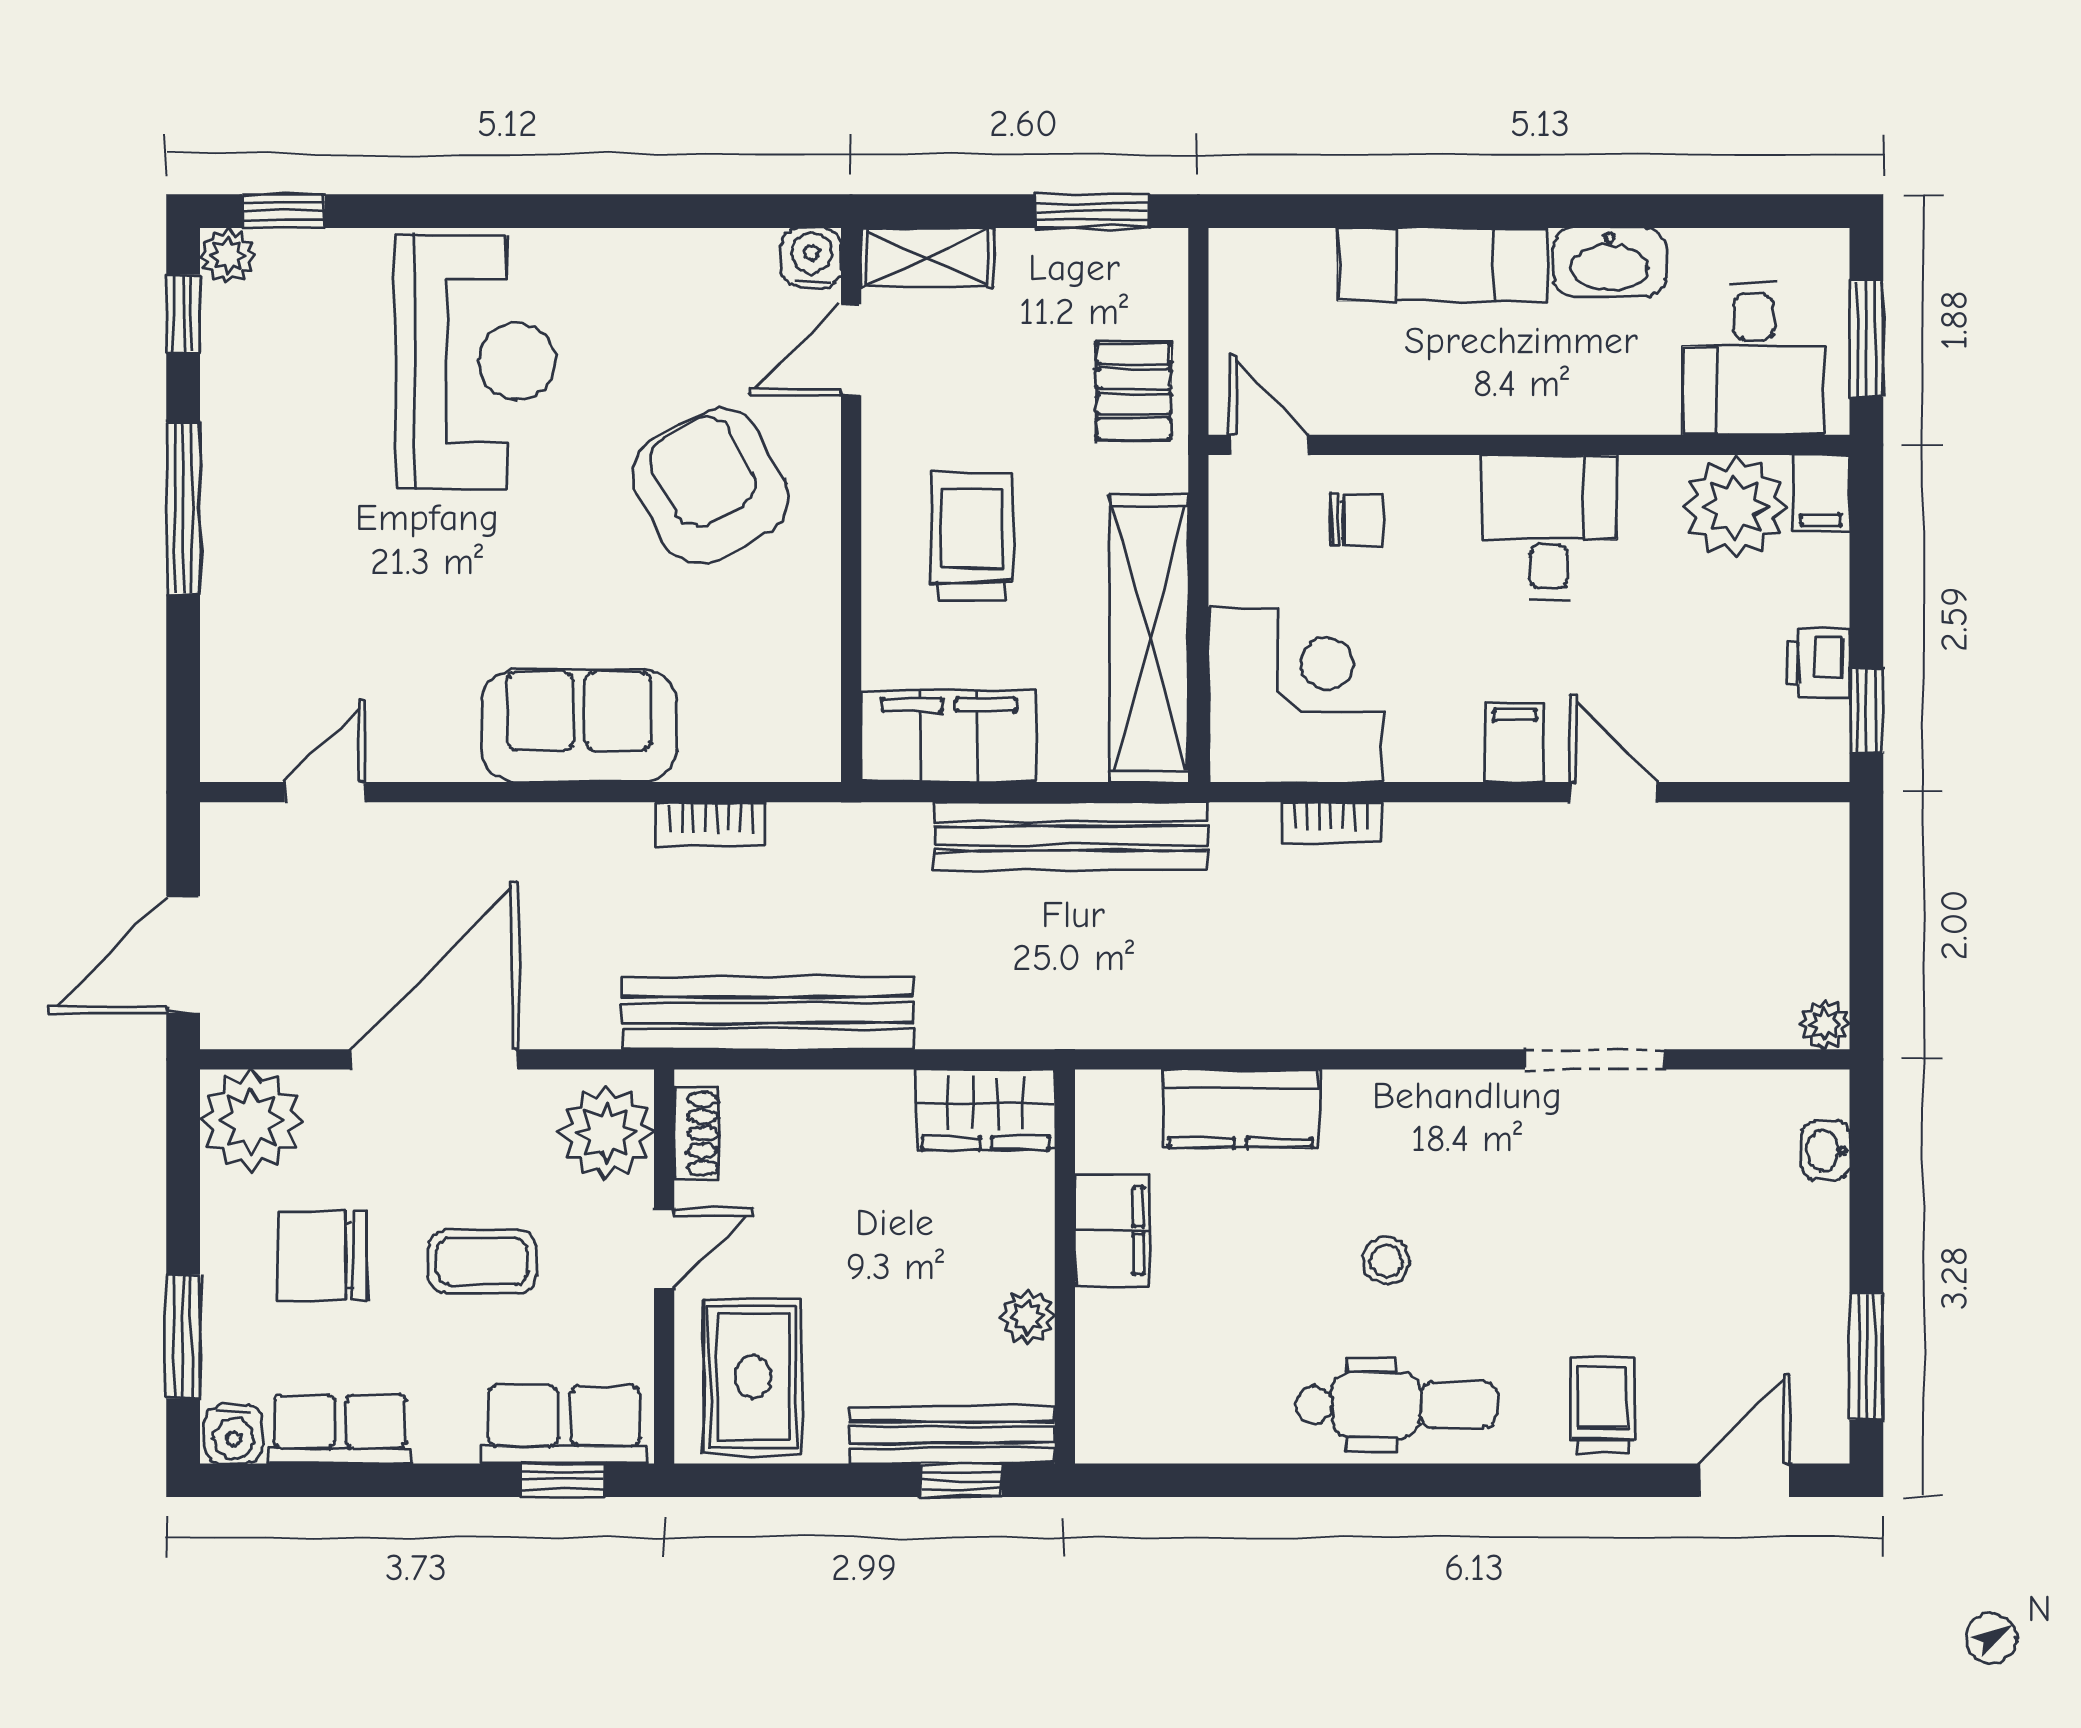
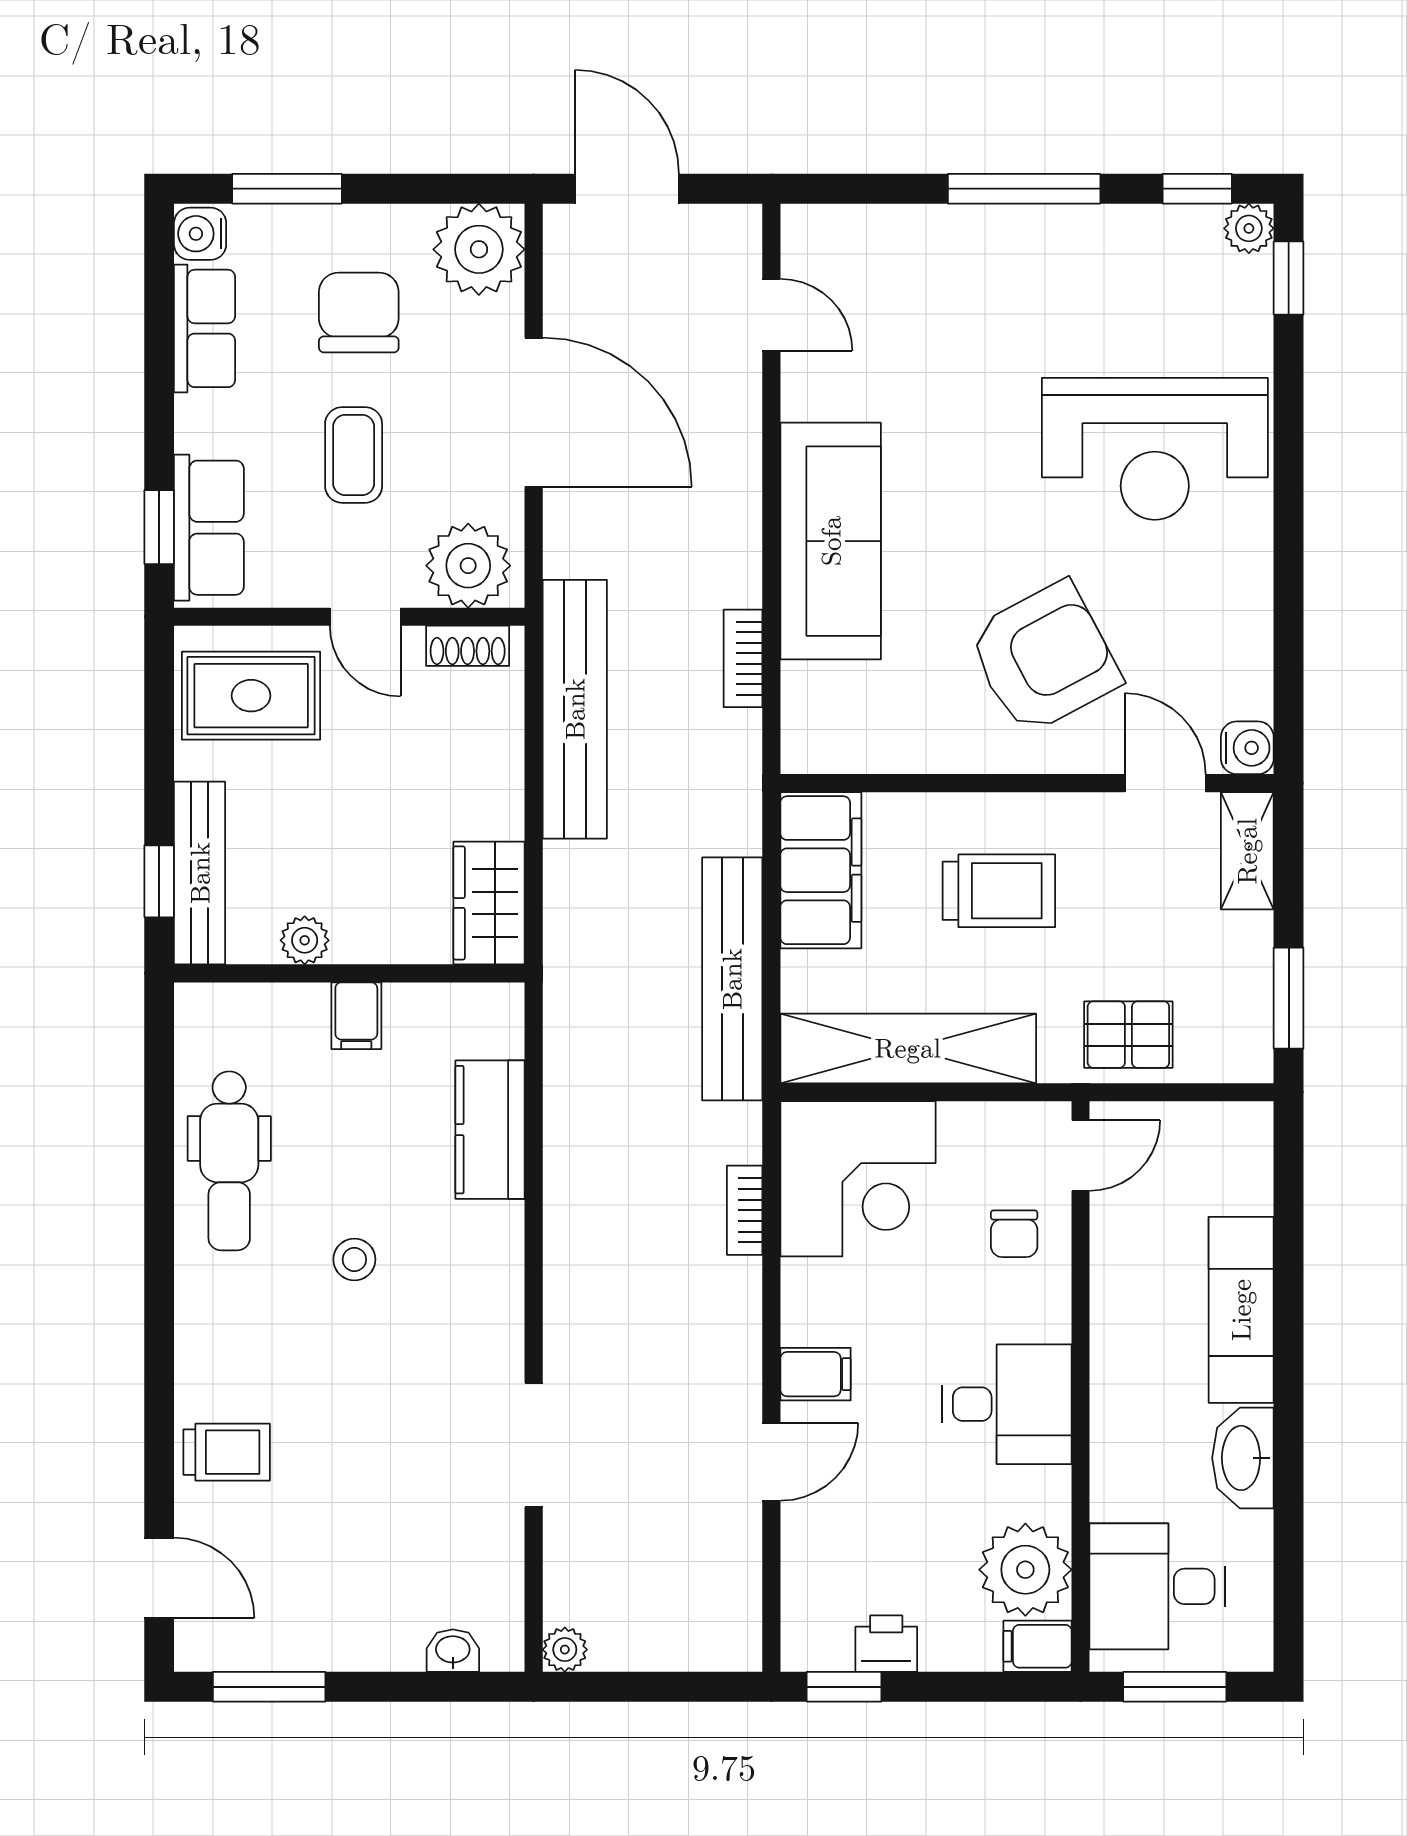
sofa: (579, 726) -> (831, 541), width x1.36
filing cabinet: (1112, 1231) -> (356, 1016), width x0.50
dental chair: (1396, 1405) -> (229, 1161), moved

